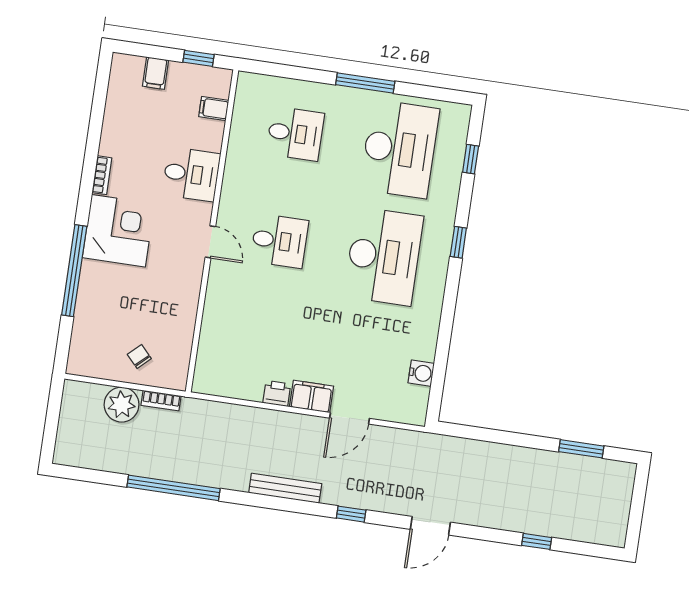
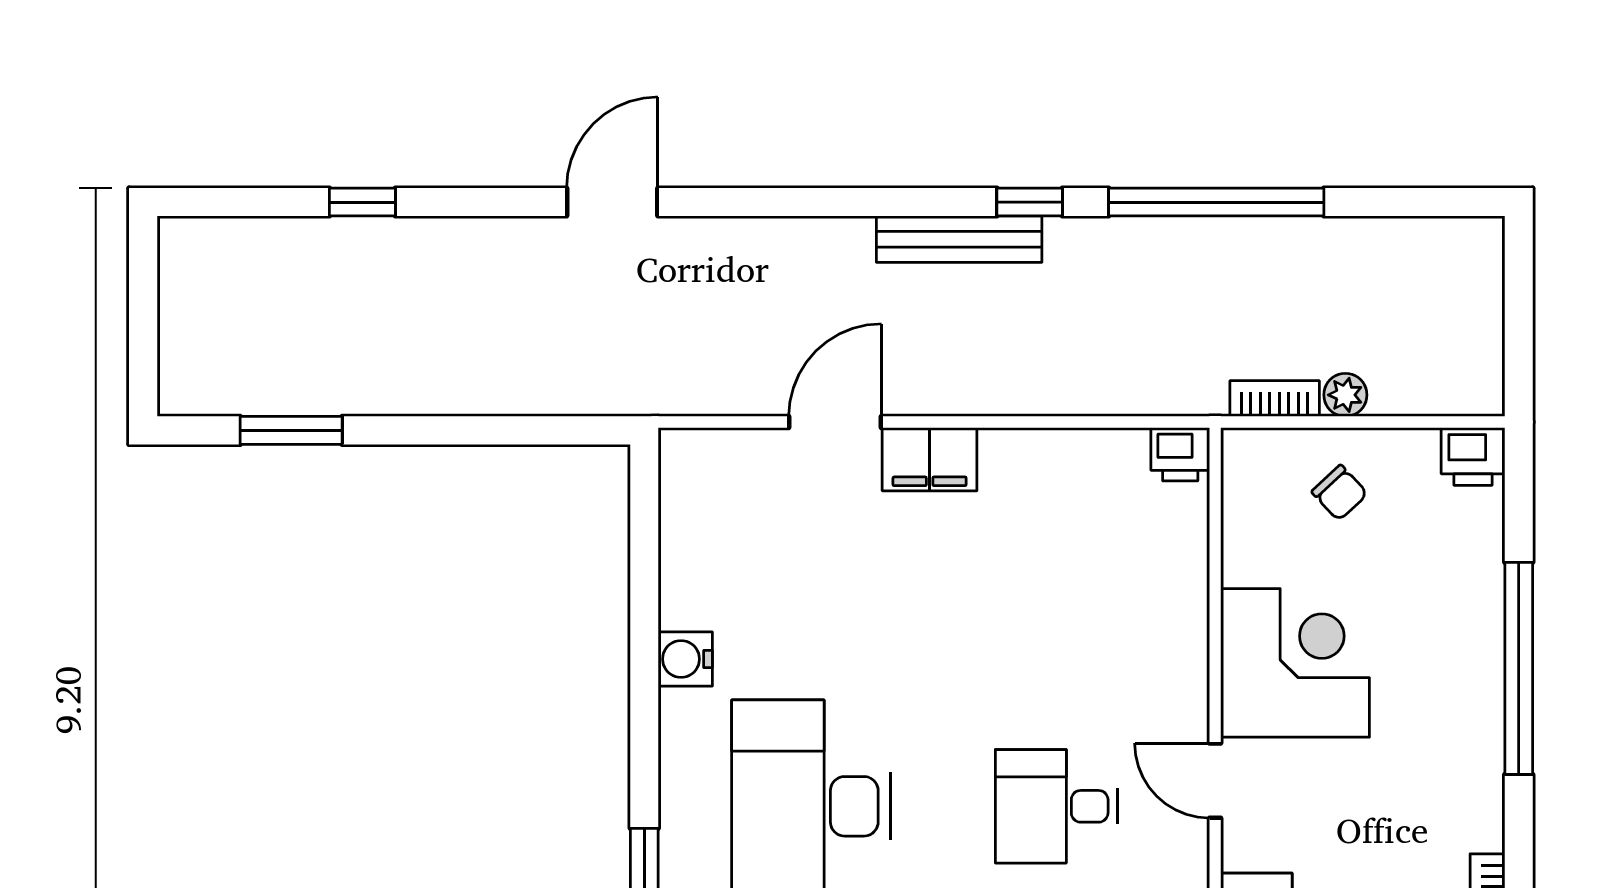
corner desk: (118, 231) -> (1295, 663), moved, turned 180
printer: (80, 364) -> (1473, 456), added
water cooler: (421, 373) -> (685, 659), moved
printer: (277, 393) -> (1180, 454), moved
plant: (122, 405) -> (1345, 395), width x0.53, depth x0.53
window: (351, 514) -> (1030, 202), moved

